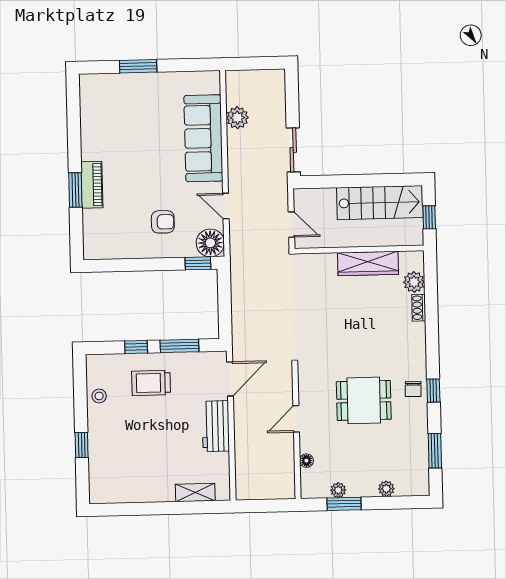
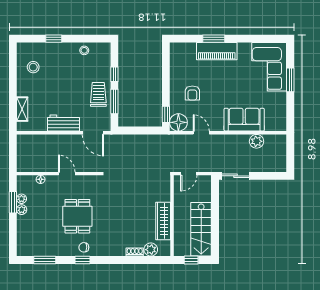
corner sofa: (118, 101) -> (269, 67), added
sofa: (203, 138) -> (244, 120), width x0.73
piano: (92, 185) -> (217, 51), width x1.37, depth x1.33
door: (226, 206) -> (201, 133), hinge flipped
trolley: (151, 383) -> (98, 94), moved
stool: (128, 477) -> (33, 67), added
plant: (386, 489) -> (22, 210), moved

